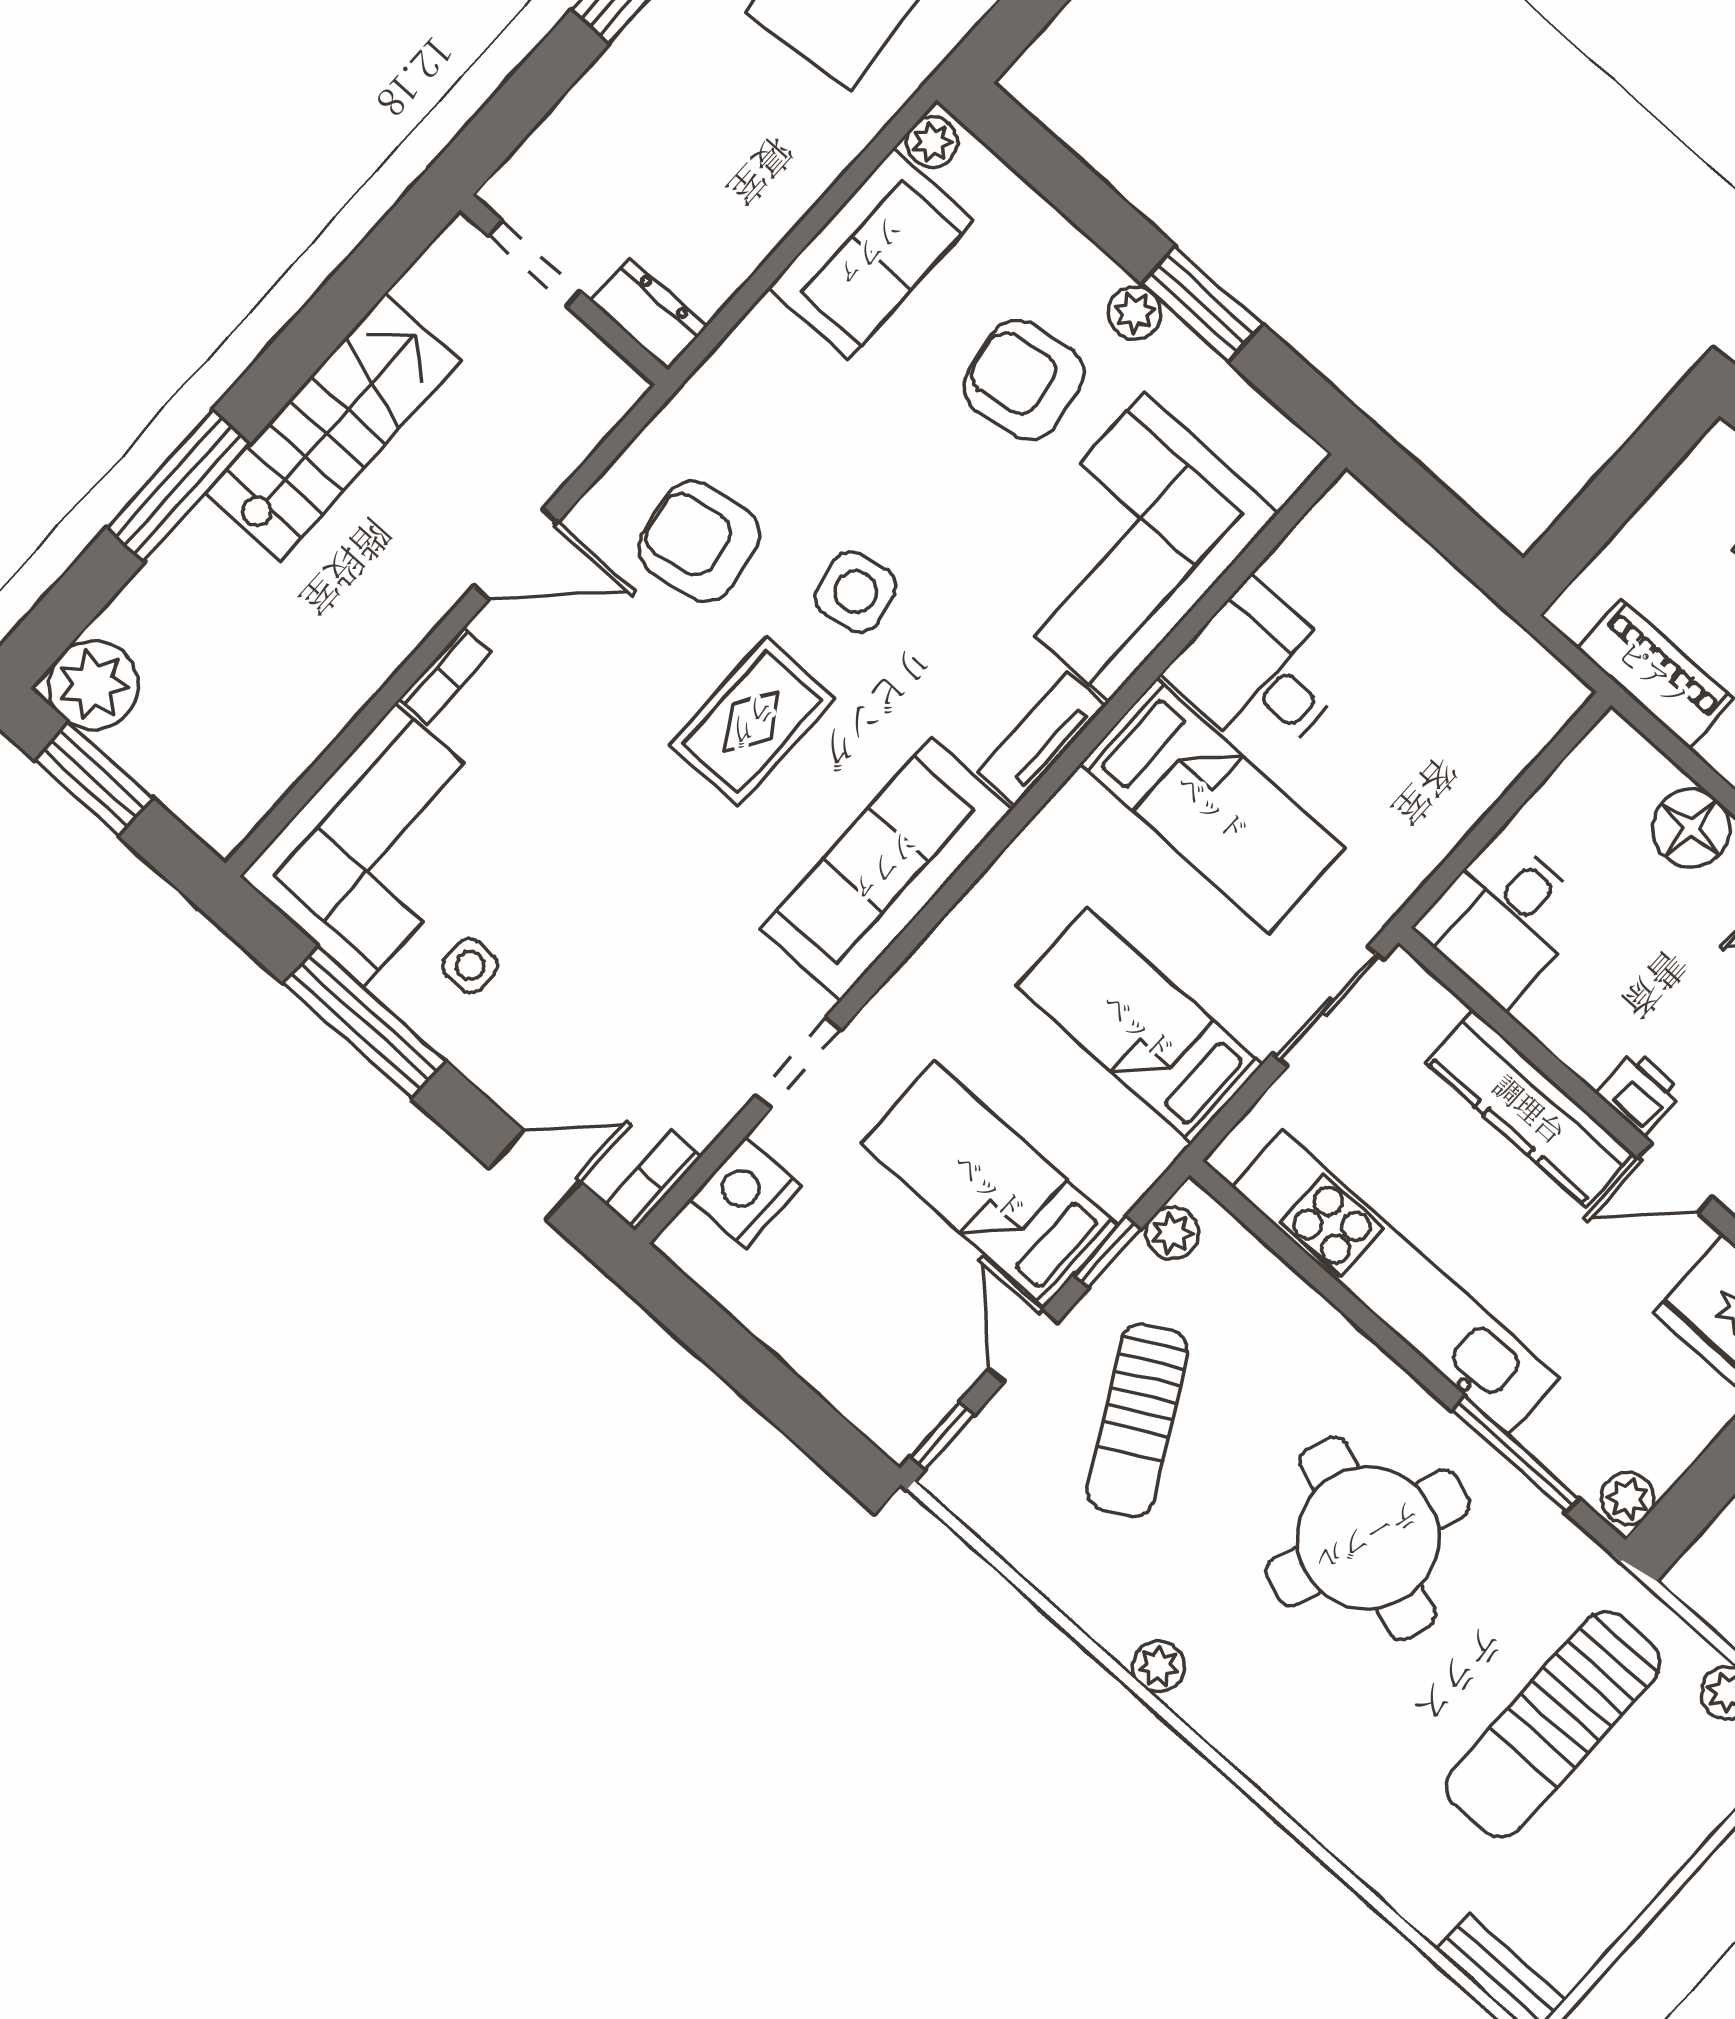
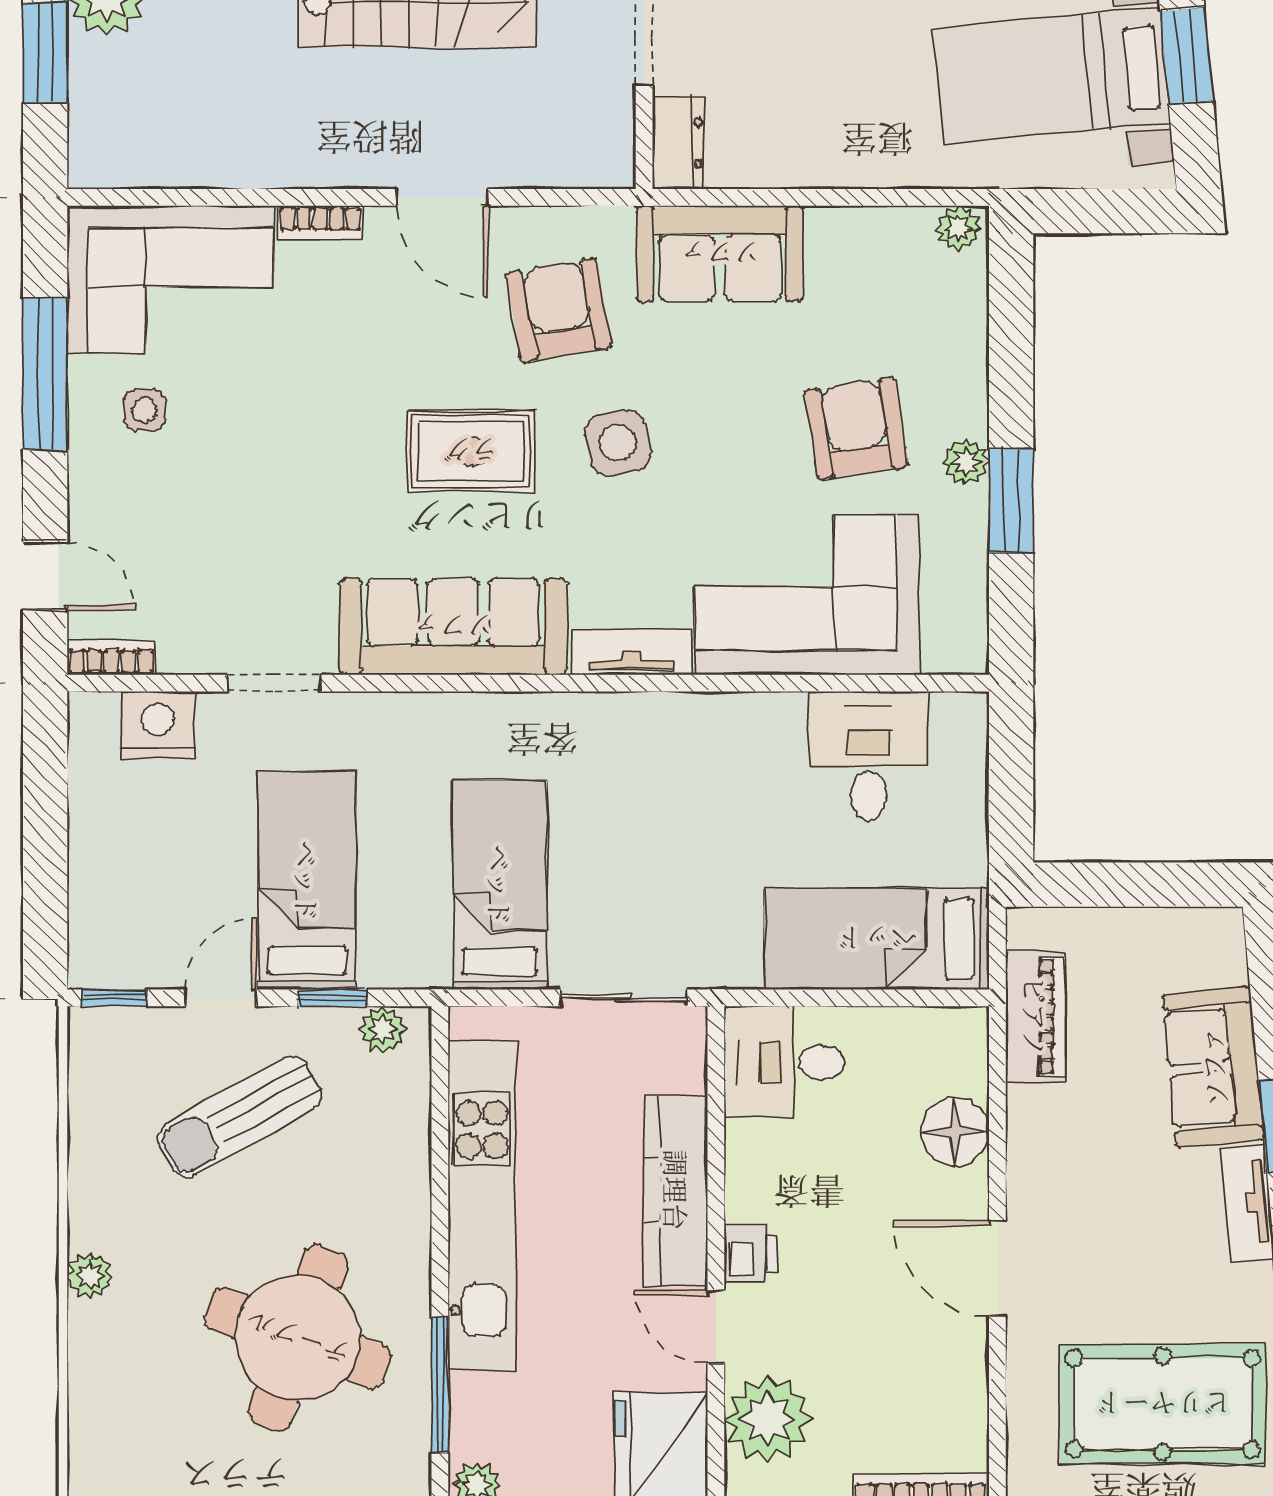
sofa: (871, 254) -> (720, 254), moved
desk: (1259, 673) -> (868, 756), moved
bed: (1213, 806) -> (877, 939), moved, turned 90

